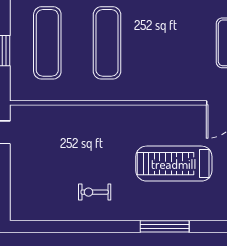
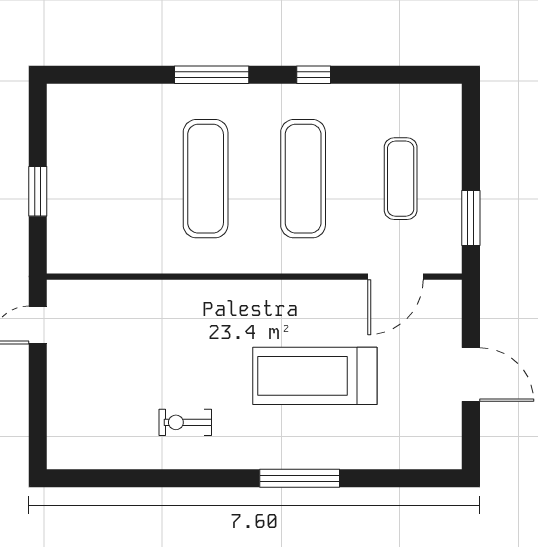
exercise mat: (47, 43) -> (303, 179), moved

